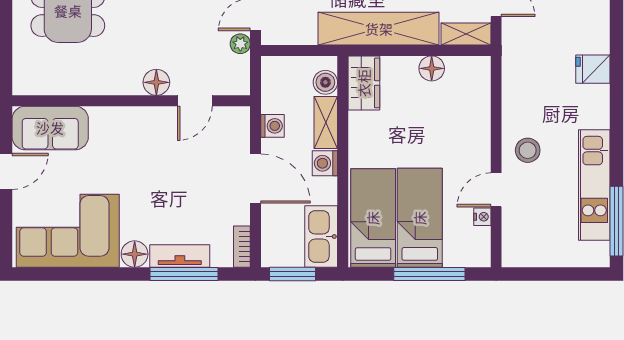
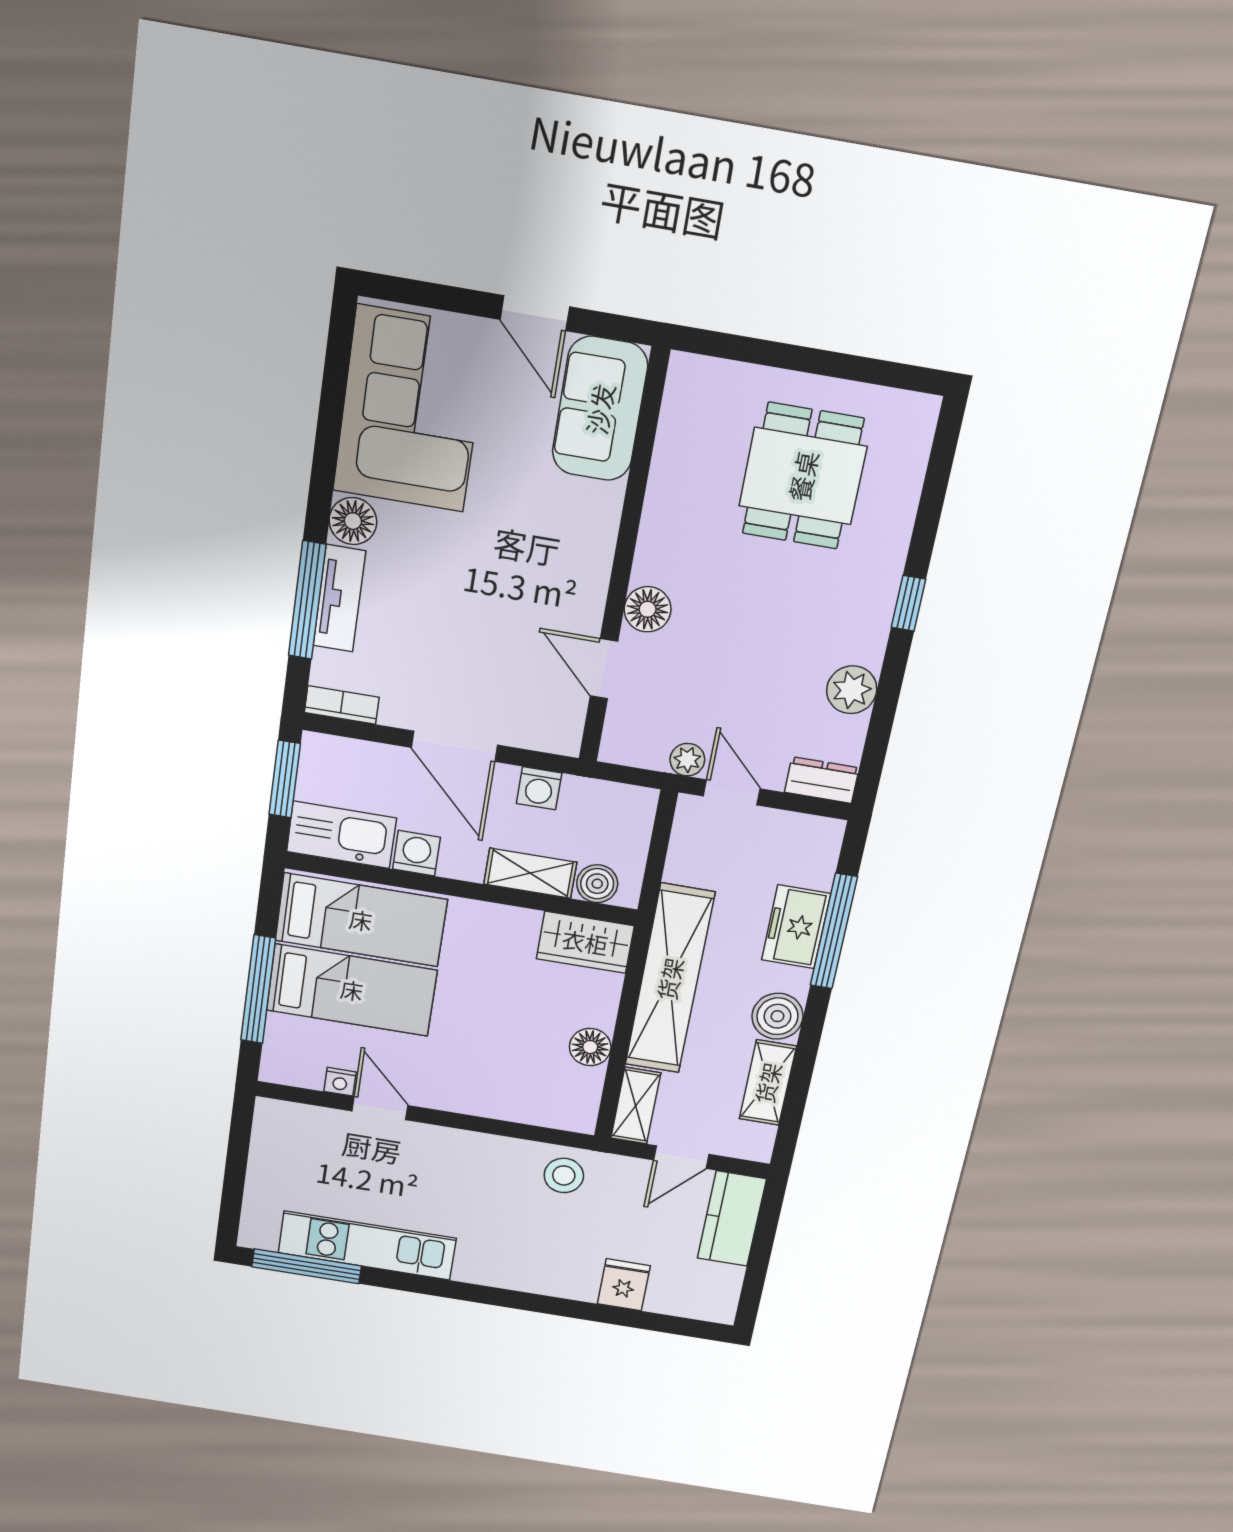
fridge: (593, 69) -> (624, 1285), moved
stool: (528, 150) -> (564, 1175), moved
washing machine: (325, 163) -> (416, 853), moved
door: (256, 179) -> (454, 746), hinge flipped

